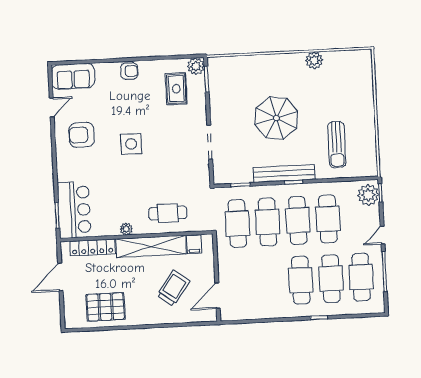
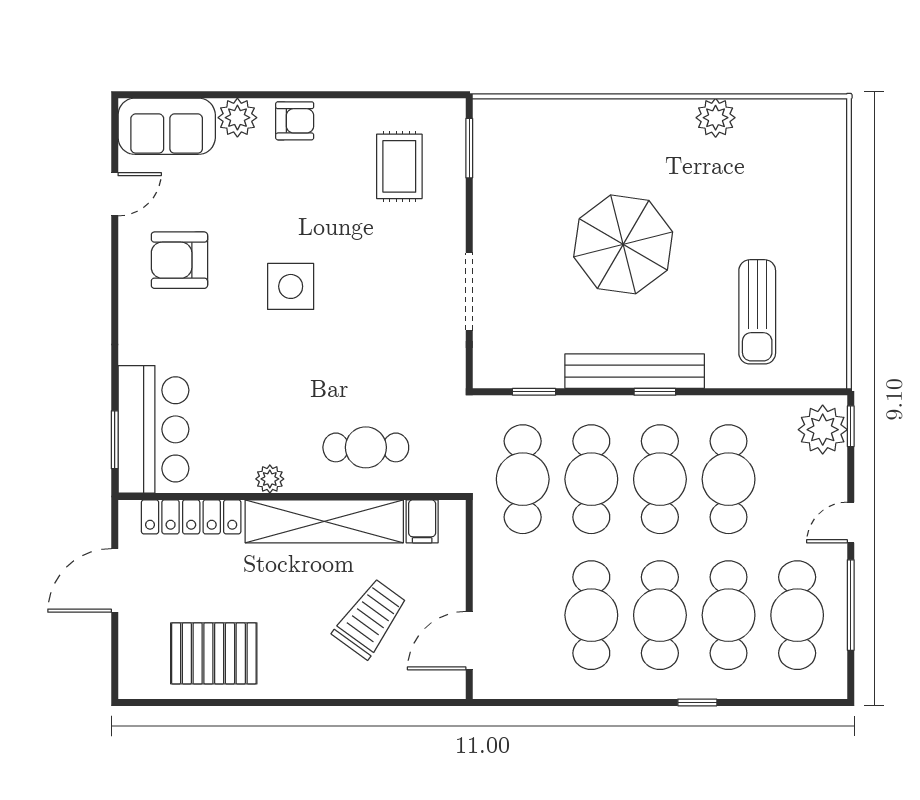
plant: (196, 66) -> (237, 118), moved
cafe table: (271, 282) -> (591, 615), added

